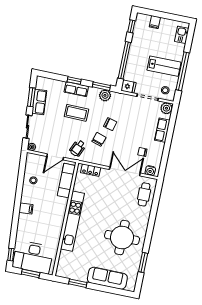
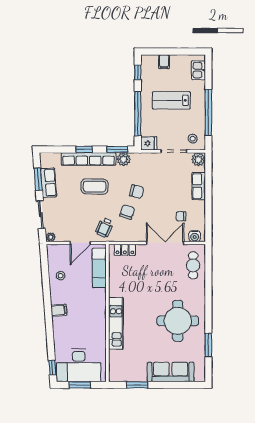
lab bench: (164, 66) -> (171, 100), moved, turned 180
row of seats: (76, 89) -> (89, 159), width x2.02
kitchen unit: (72, 221) -> (116, 323), width x0.73

